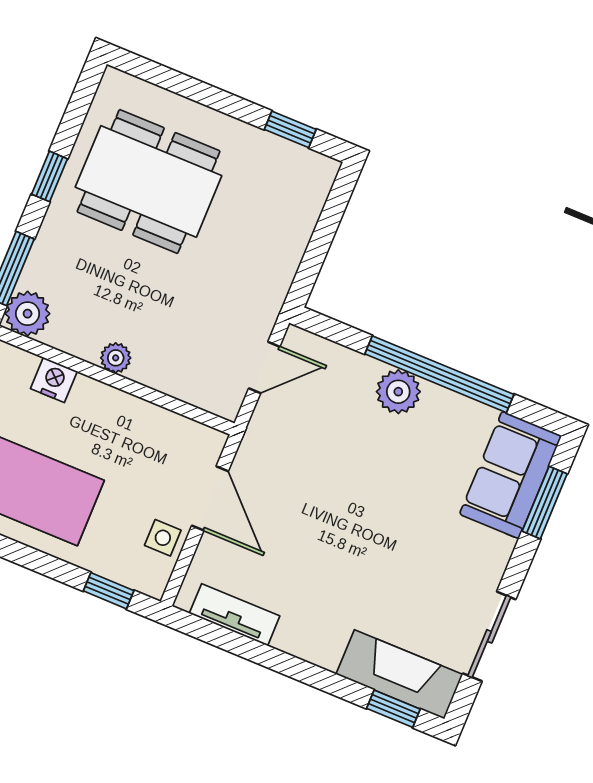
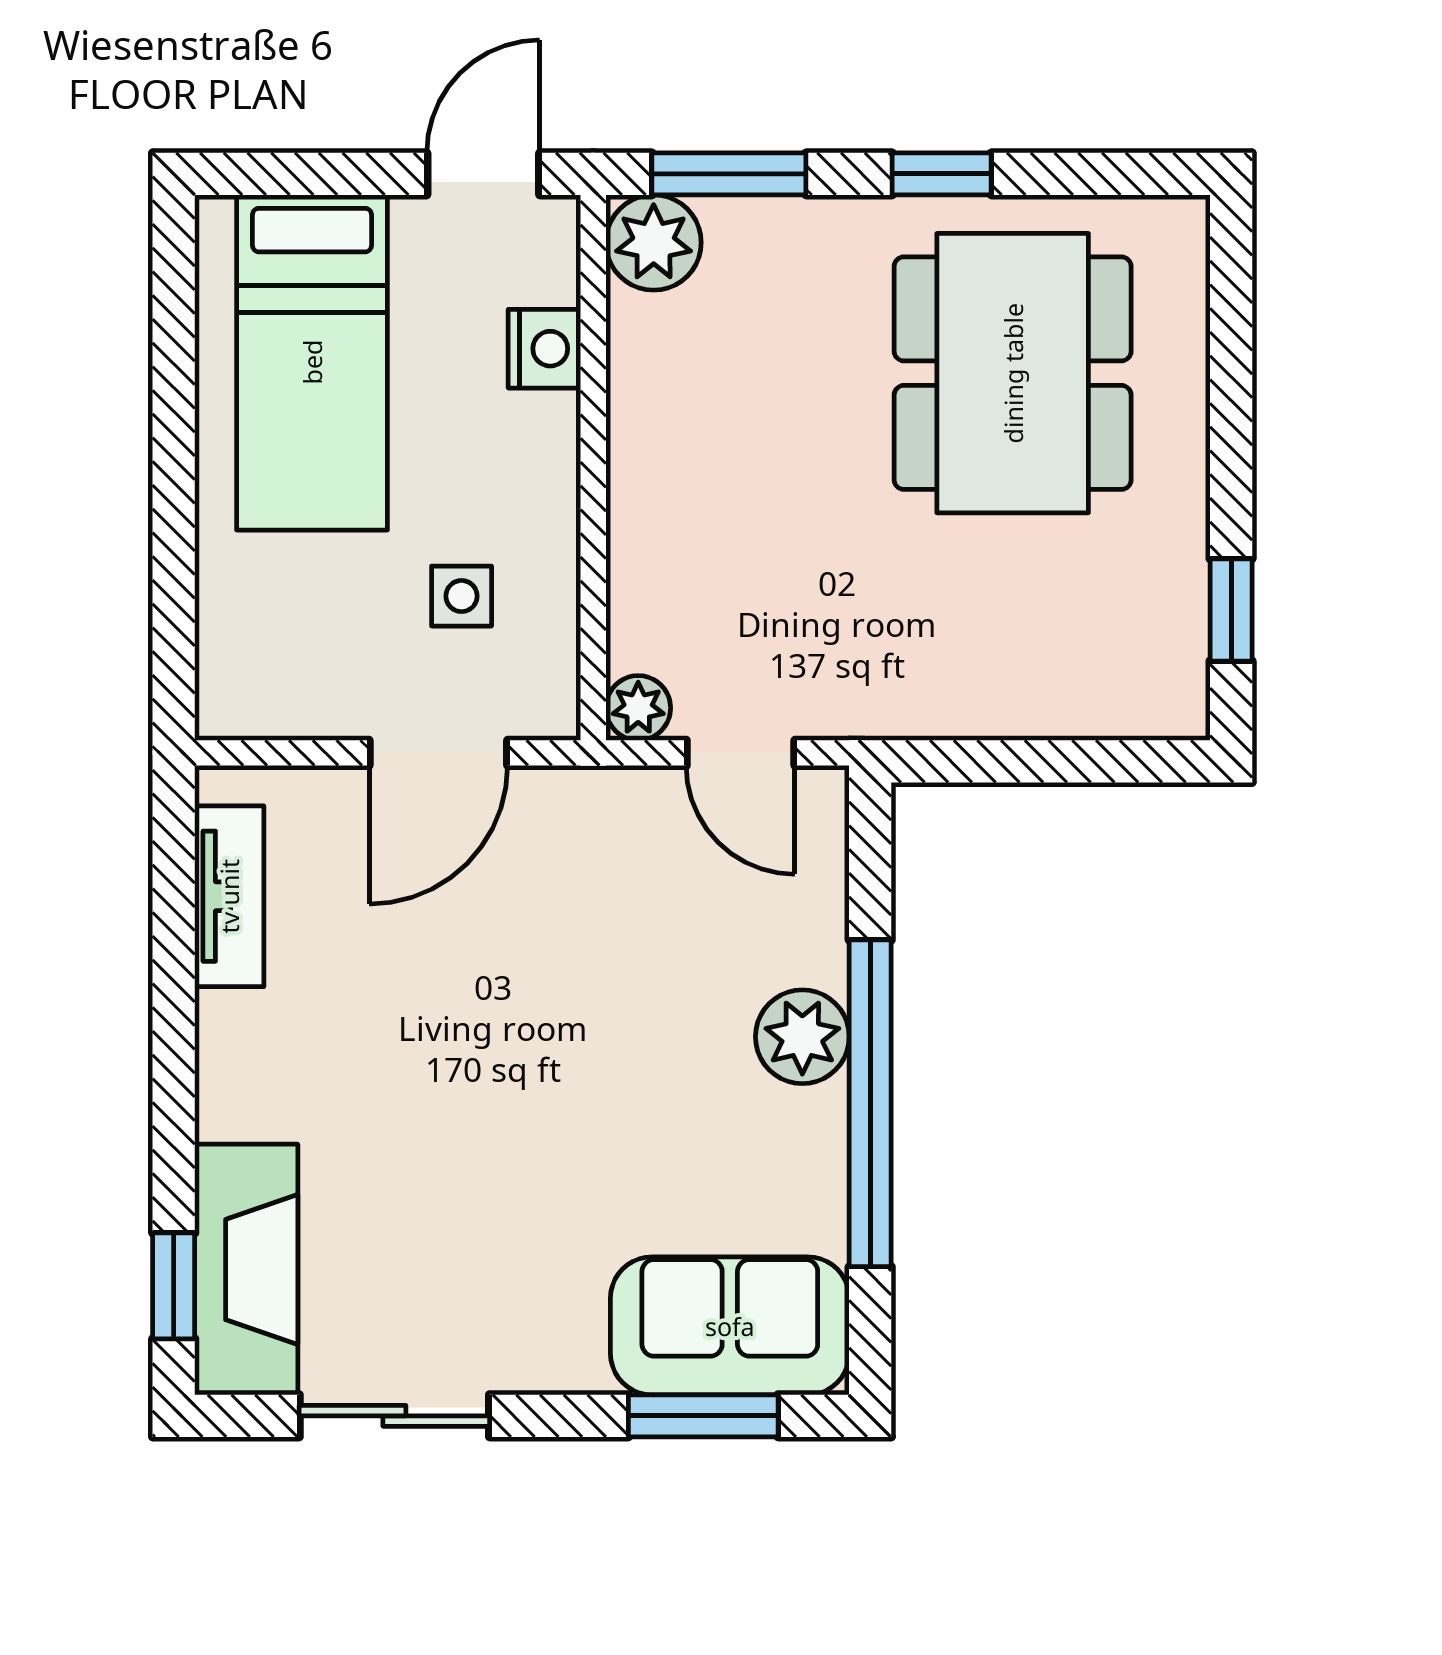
plant: (116, 358) -> (638, 708), moved
side table: (163, 538) -> (462, 596), moved
window: (109, 591) -> (174, 629), removed

